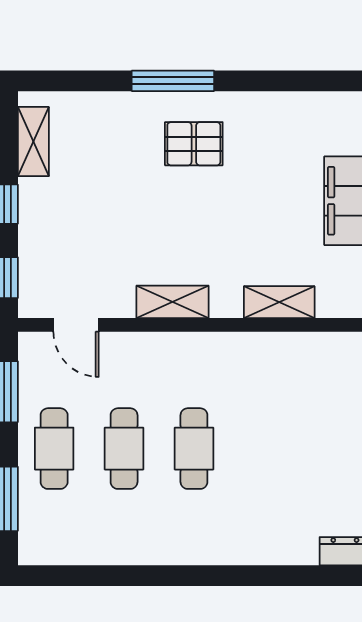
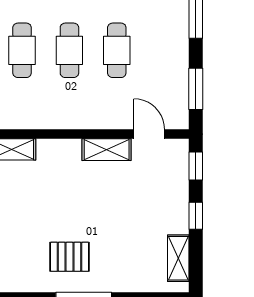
shelving: (173, 302) -> (107, 150), moved
cafe table: (54, 449) -> (22, 50), moved

